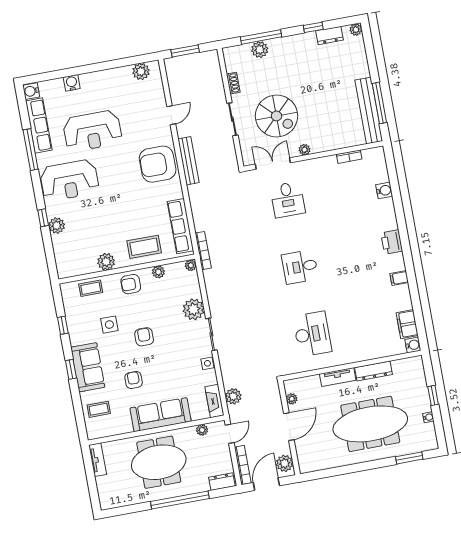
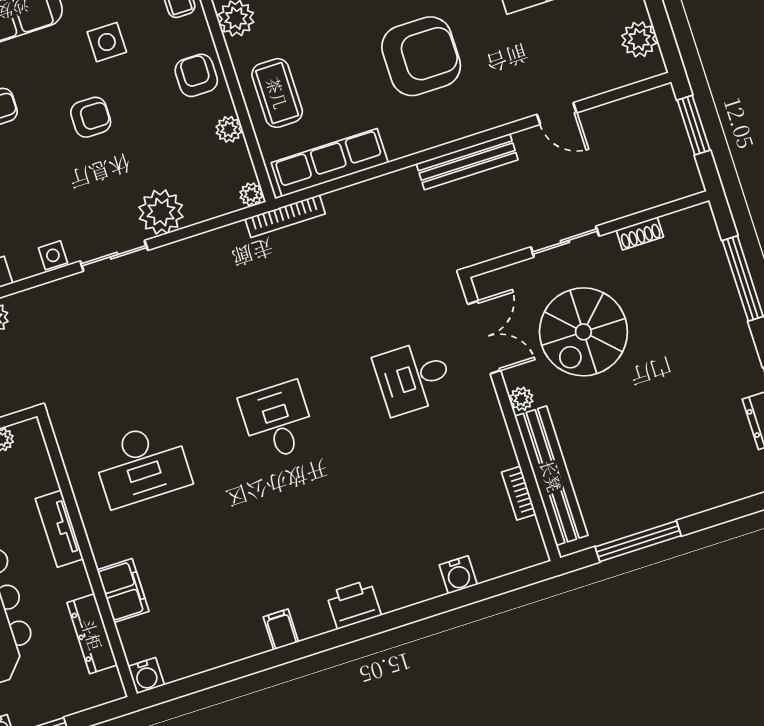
plant: (260, 50) -> (716, 279), removed
bench: (369, 111) -> (551, 476), moved, turned 90
armchair: (158, 164) -> (421, 56), moved, turned 90
filing cabinet: (407, 324) -> (123, 591), moved, turned 90
dresser: (374, 371) -> (92, 634), moved

